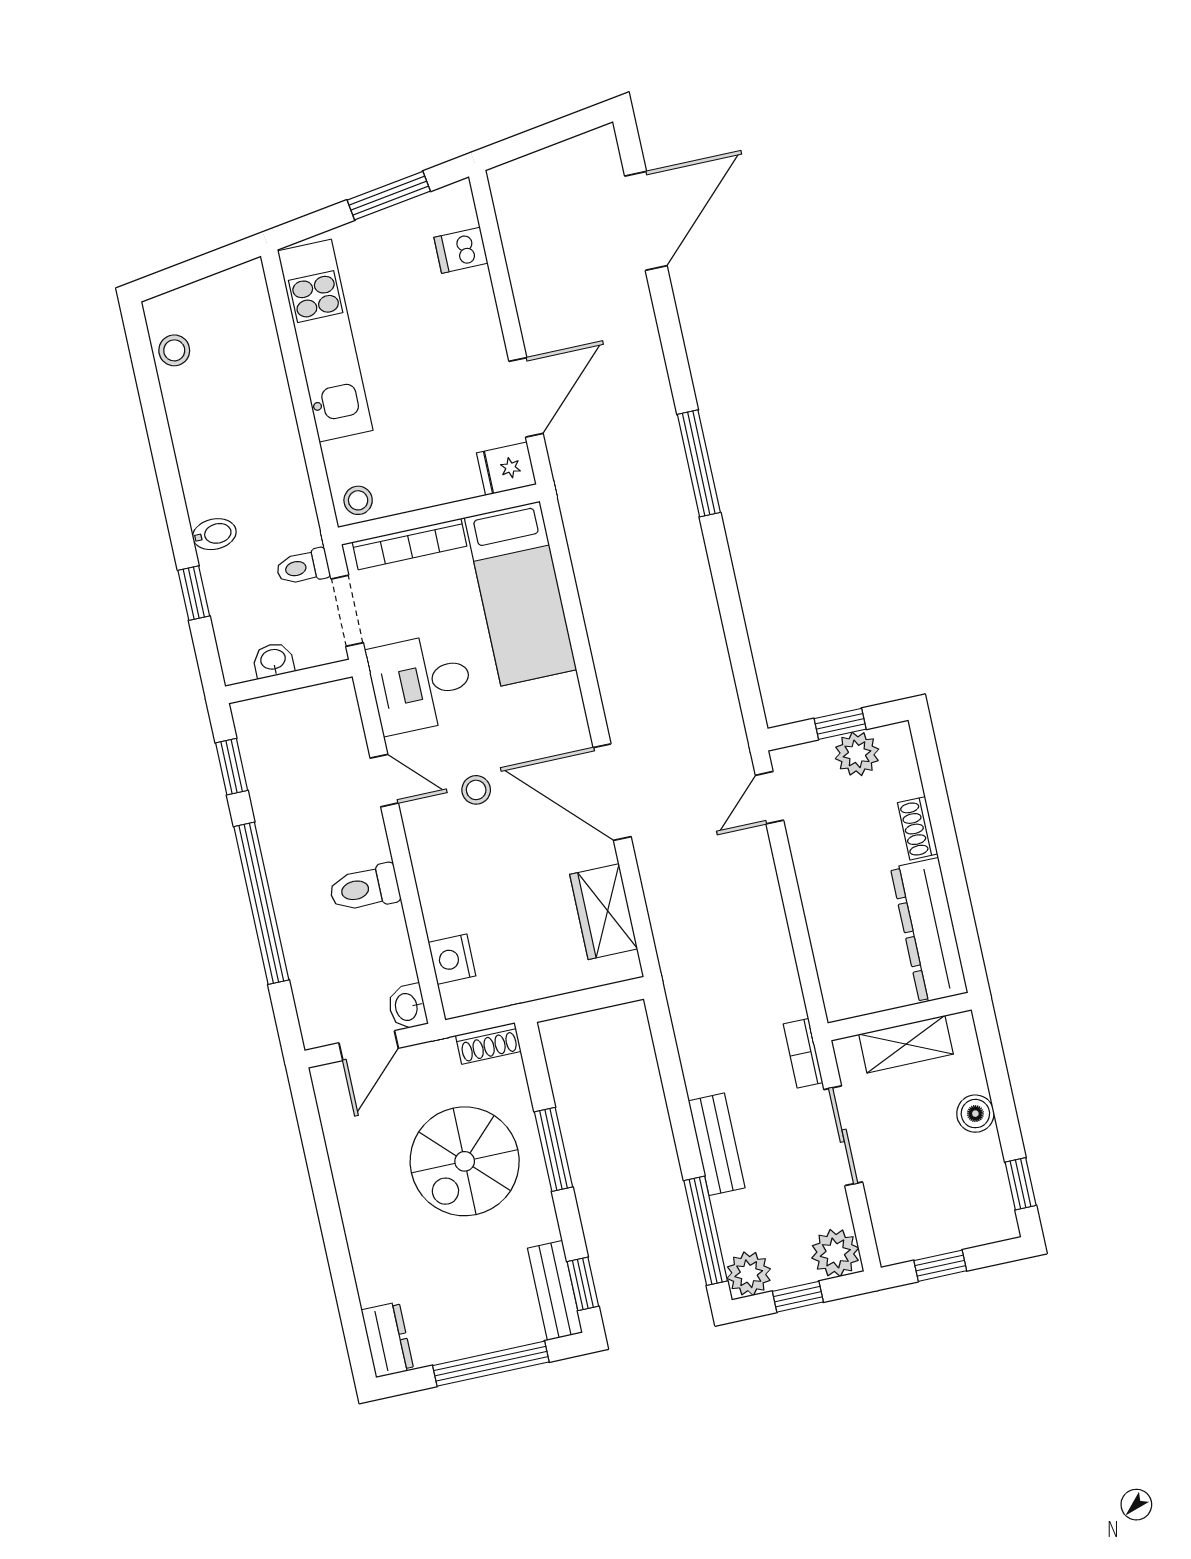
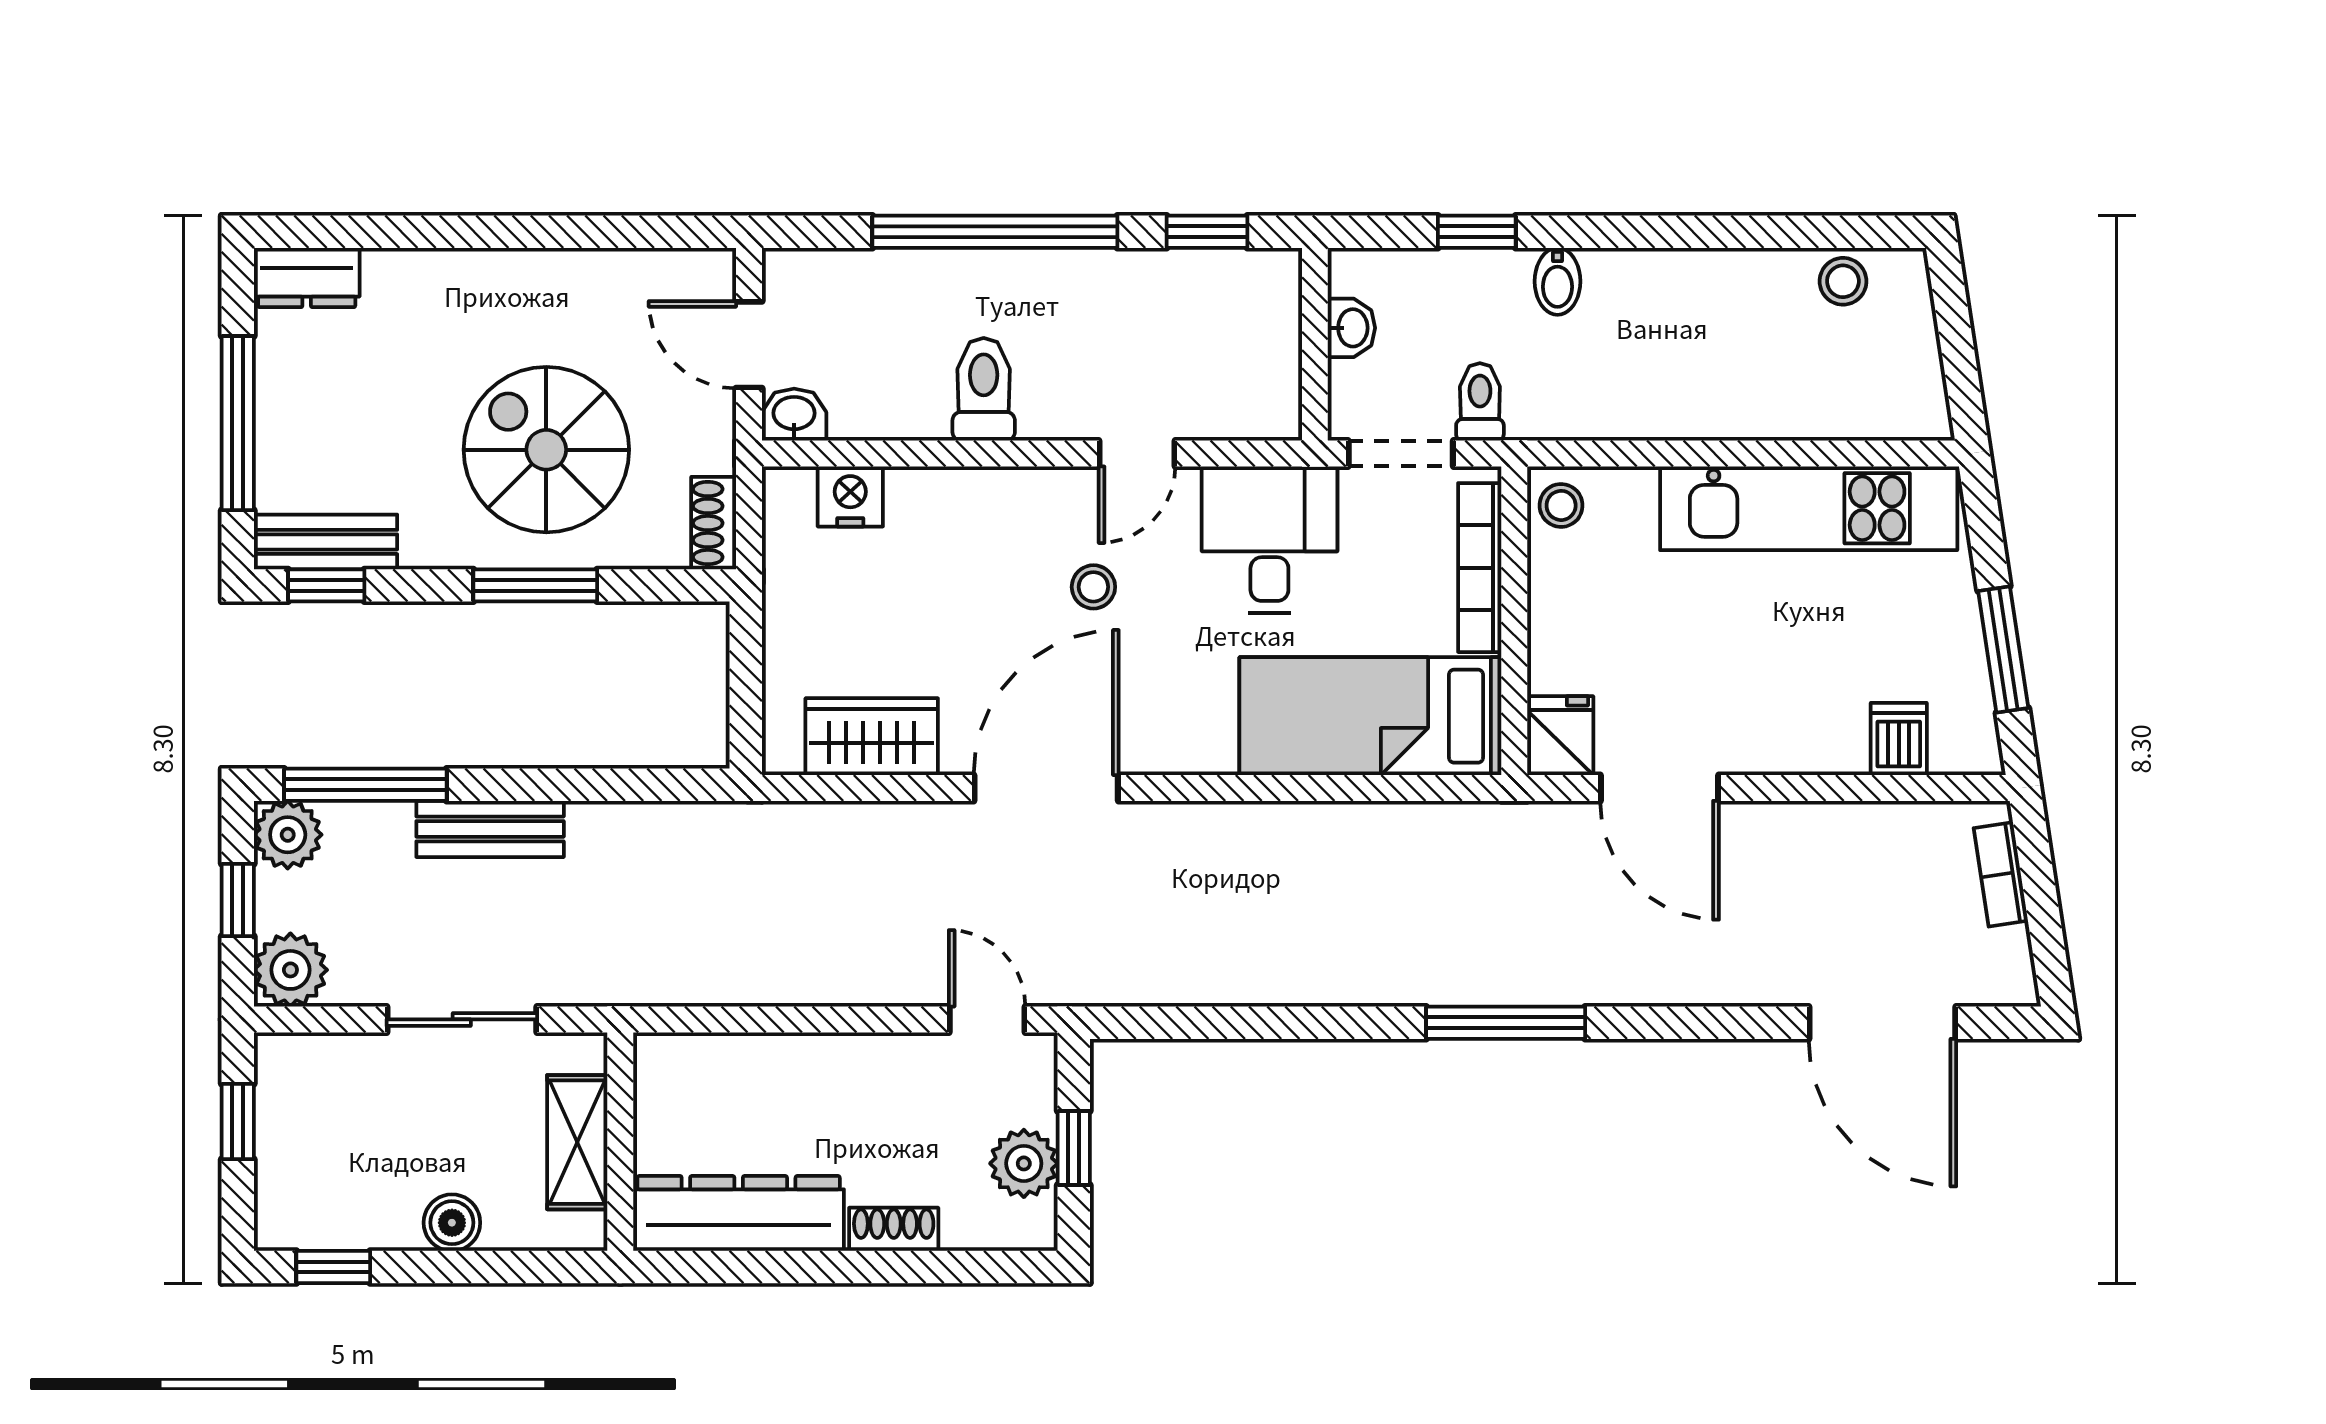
bookcase: (803, 1053) -> (2001, 874), moved, turned -99

